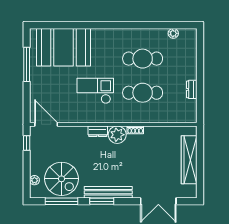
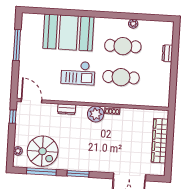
plant: (173, 33) -> (133, 24), moved
booth: (63, 47) -> (68, 33), moved
dresser: (192, 89) -> (167, 53), moved
checkout: (95, 91) -> (78, 73), turned 180
dresser: (98, 131) -> (67, 109), moved
bench: (108, 192) -> (84, 166), removed

